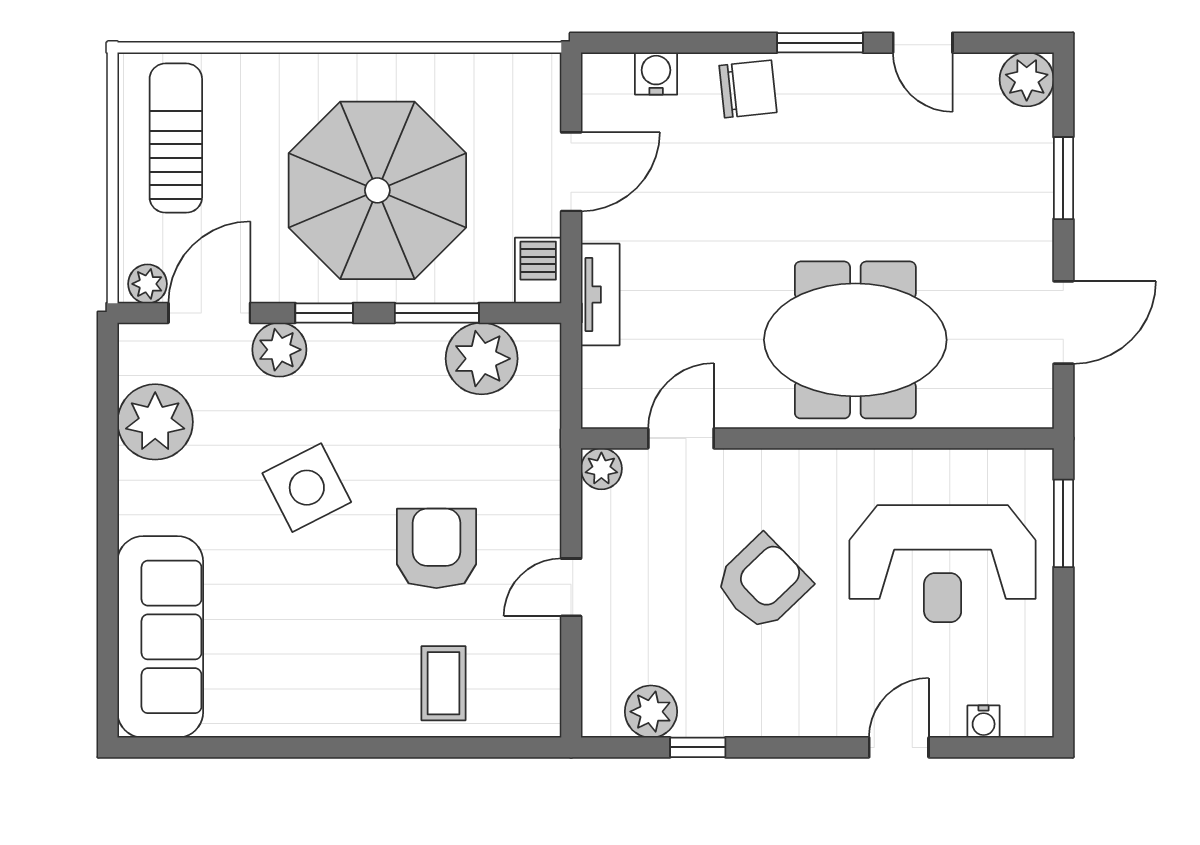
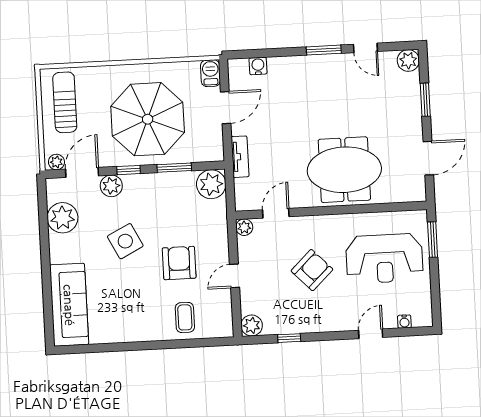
chair: (748, 89) -> (296, 70), removed
barbecue: (538, 270) -> (210, 73), moved
plant: (482, 359) -> (211, 184), moved
plant: (651, 712) -> (252, 325), moved

